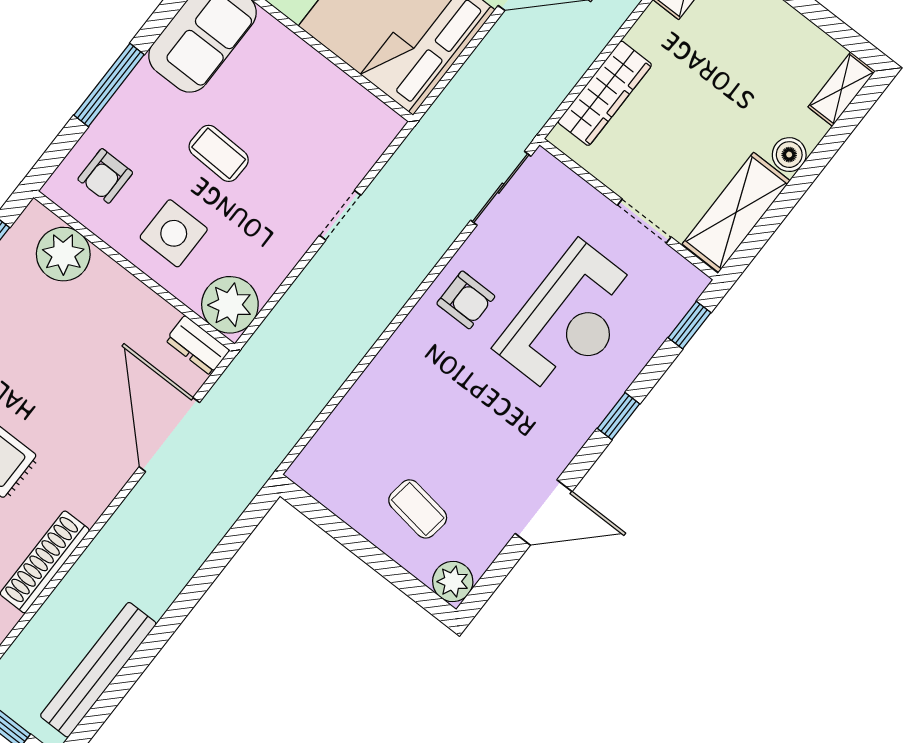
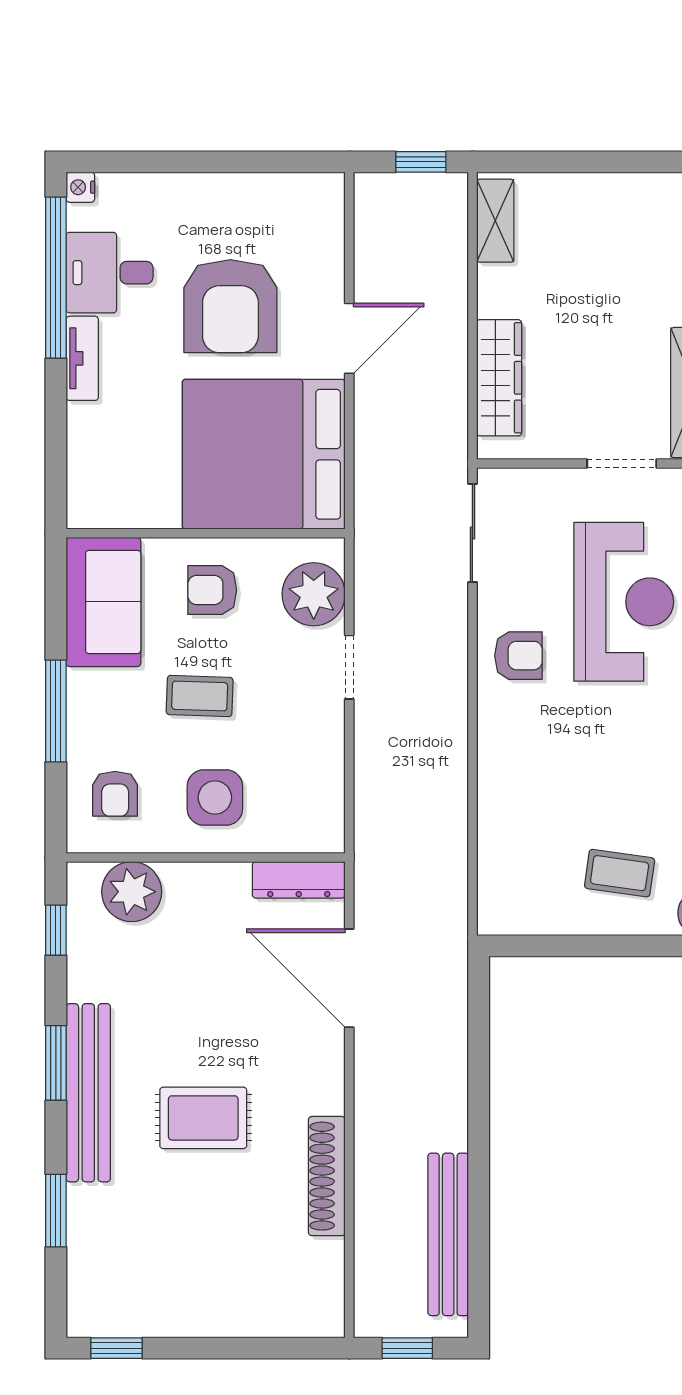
armchair: (286, 85) -> (212, 590), added
plant: (230, 305) -> (314, 594), moved
dresser: (198, 345) -> (299, 880), width x1.44

